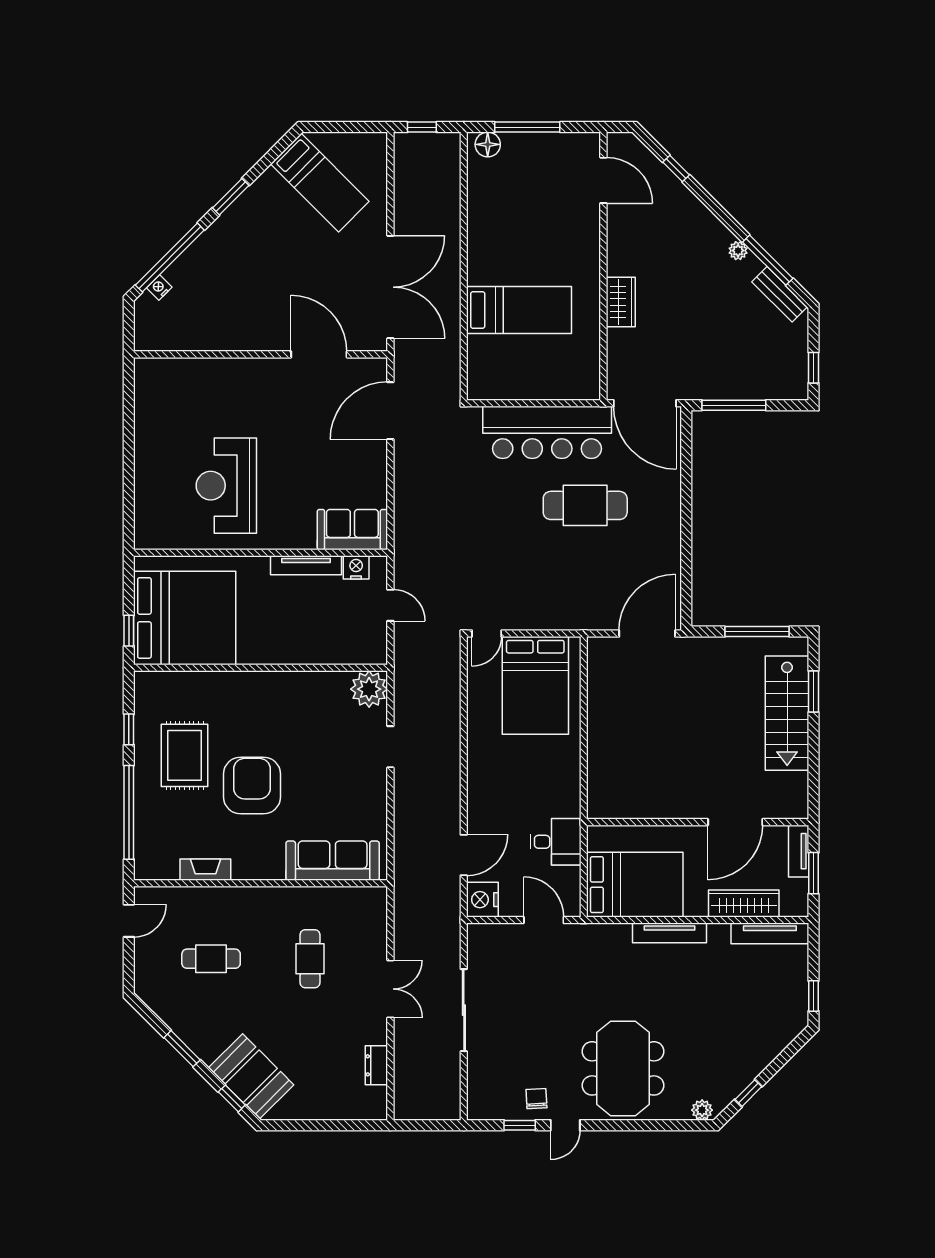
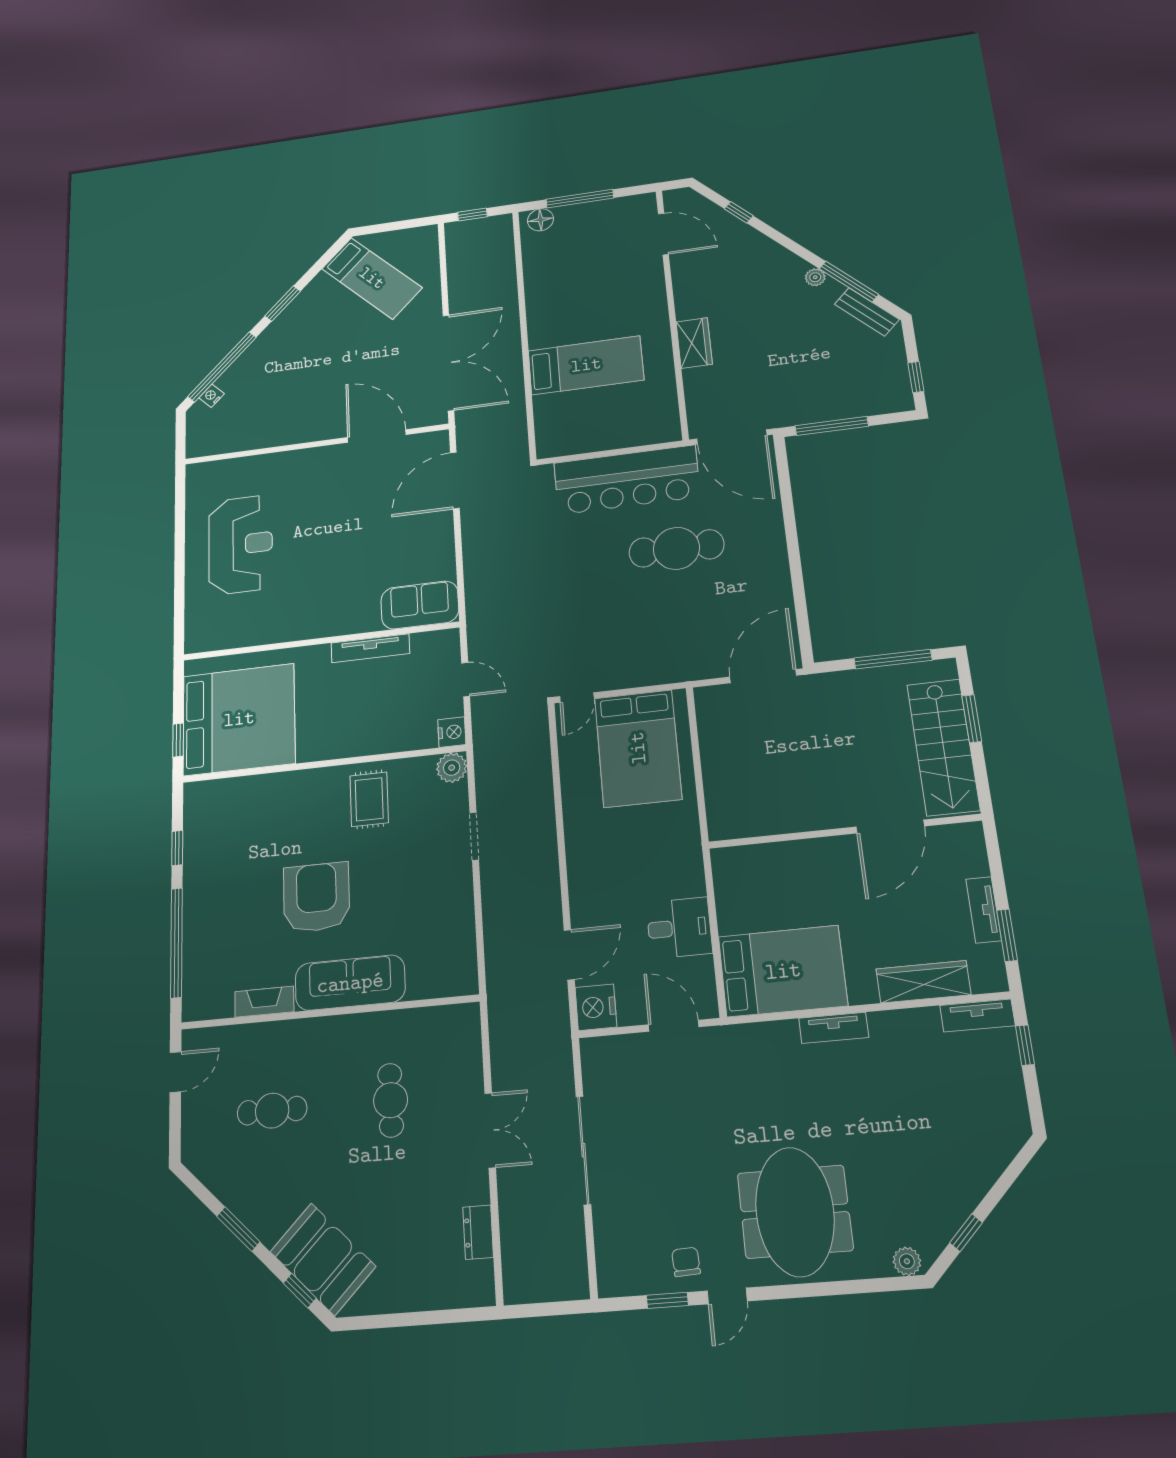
reception desk: (226, 486) -> (241, 545), moved, turned 180
nightstand: (356, 567) -> (452, 732), moved, turned 90
plant: (369, 689) -> (452, 768), width x0.73, depth x0.73
rug: (185, 755) -> (369, 799), moved, width x0.73, depth x0.70
wall: (698, 822) -> (844, 831), moved
door: (735, 822) -> (890, 826), moved
sofa: (333, 861) -> (350, 983), moved
tv unit: (670, 933) -> (834, 1028), width x0.71
tv unit: (770, 933) -> (977, 1015), width x0.71
window: (814, 996) -> (1025, 1045), moved

